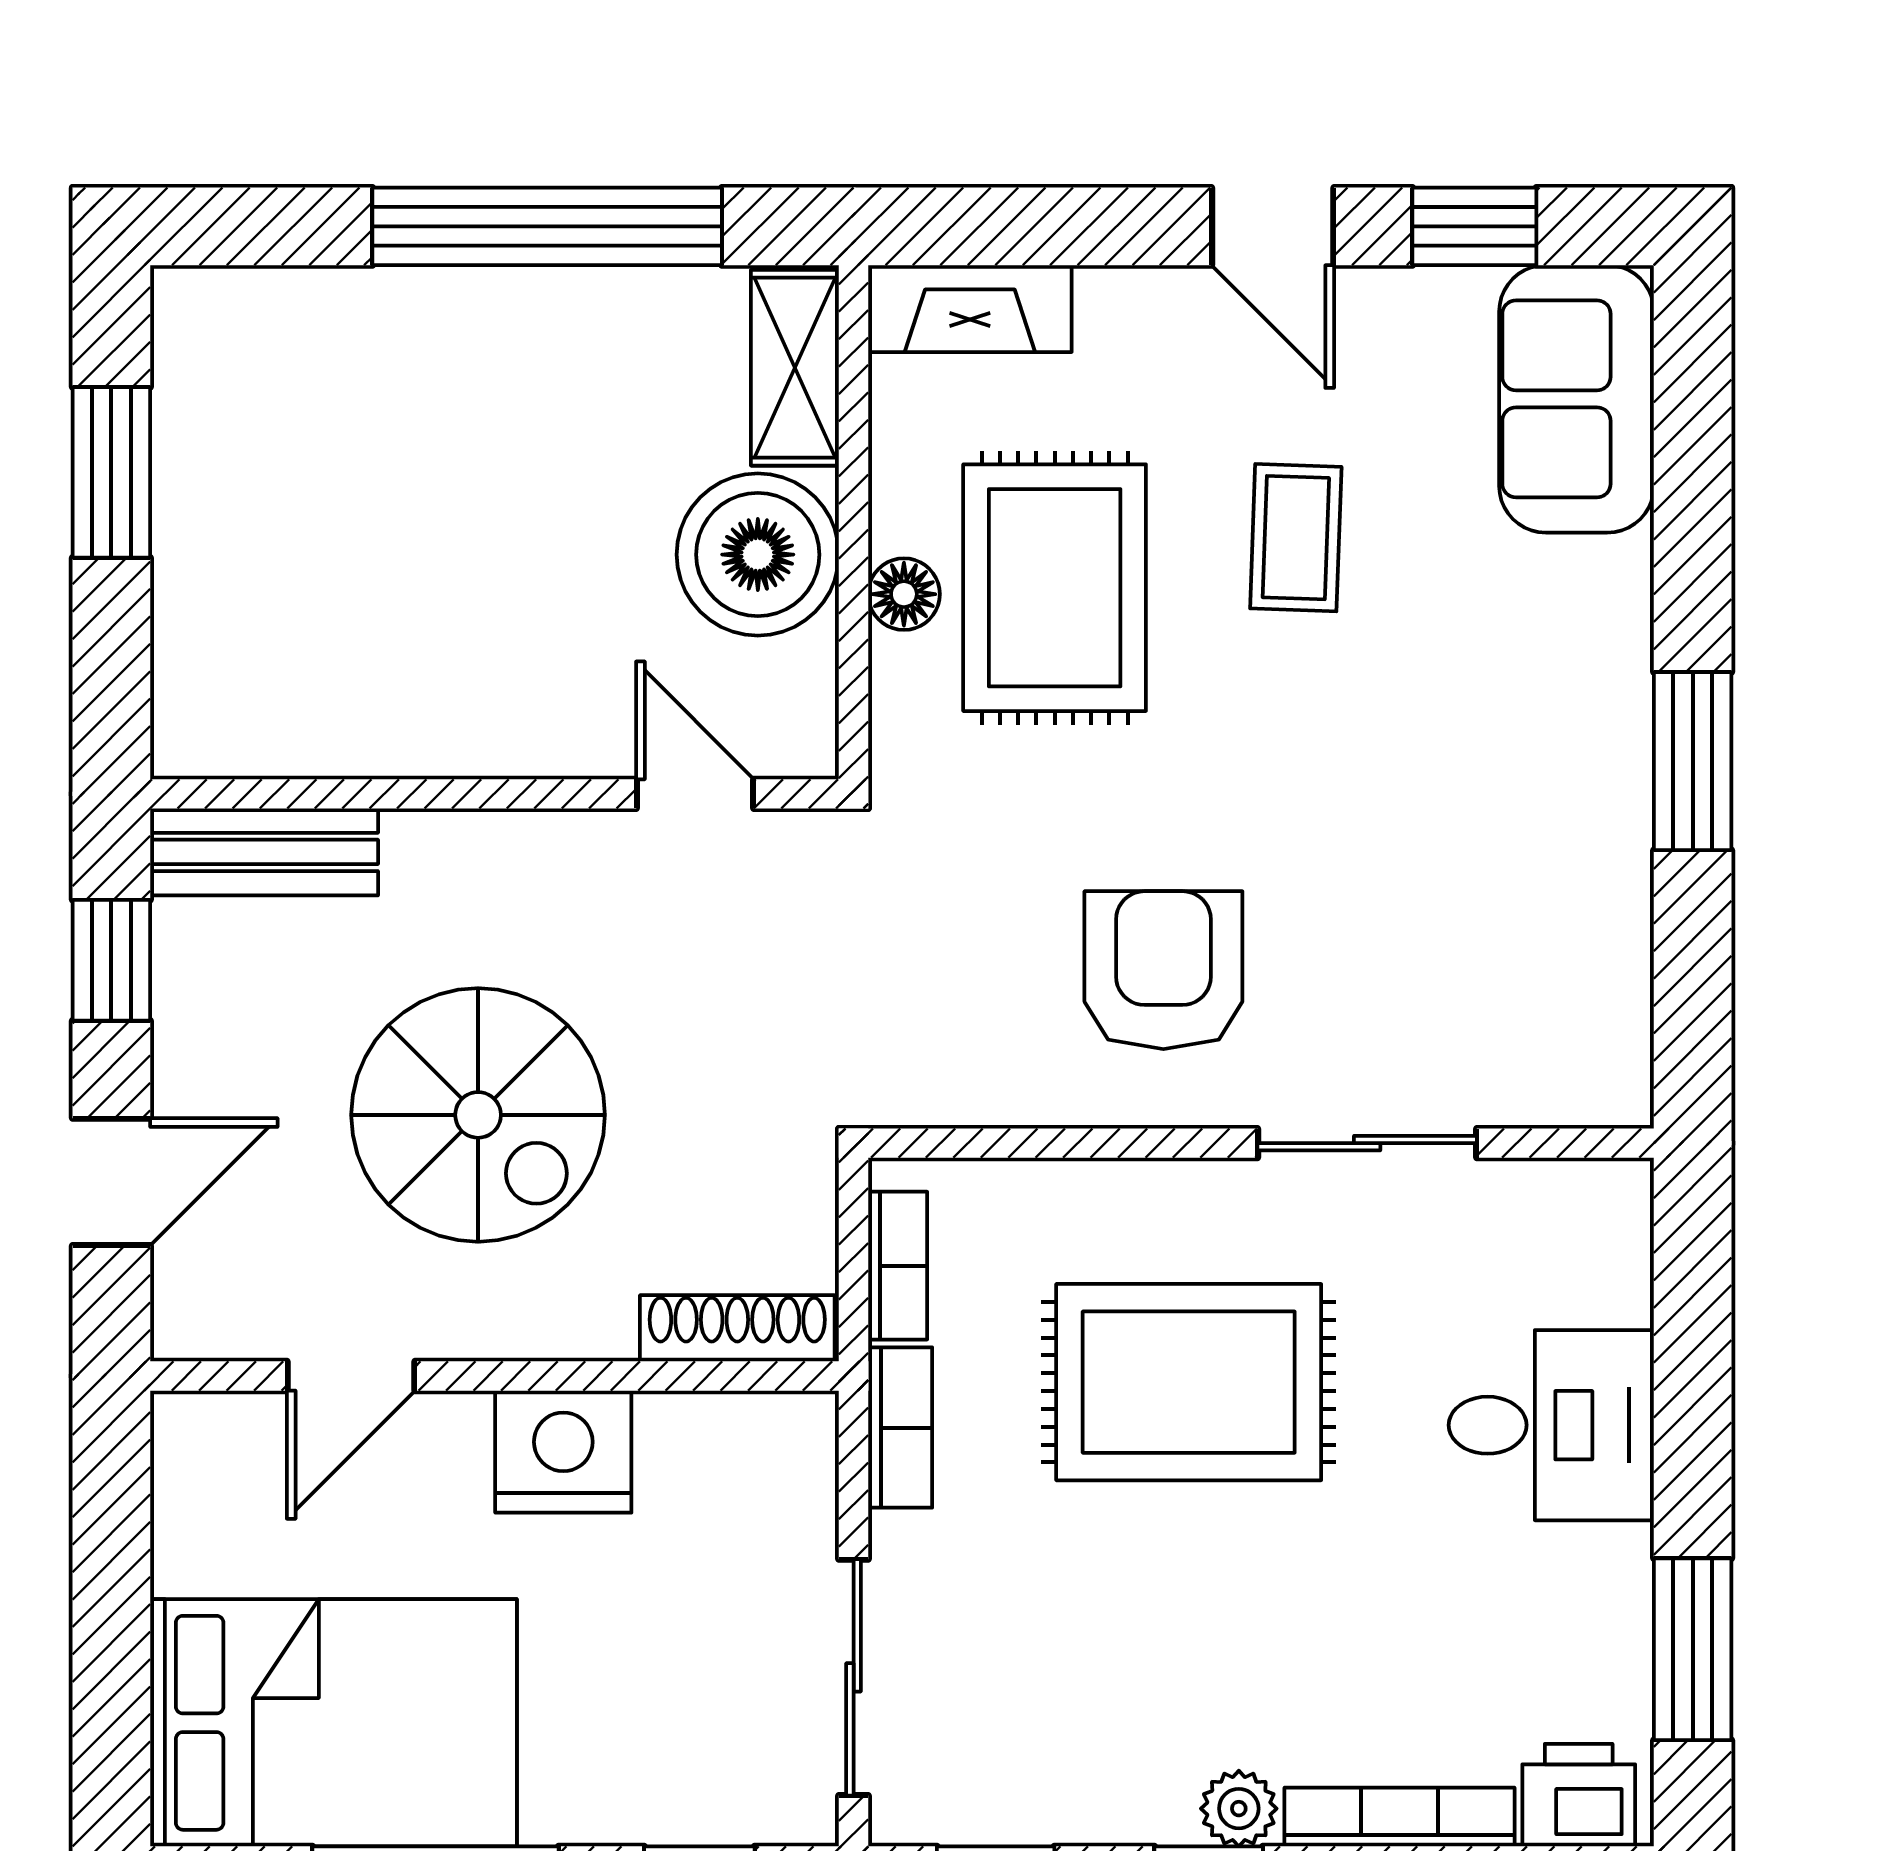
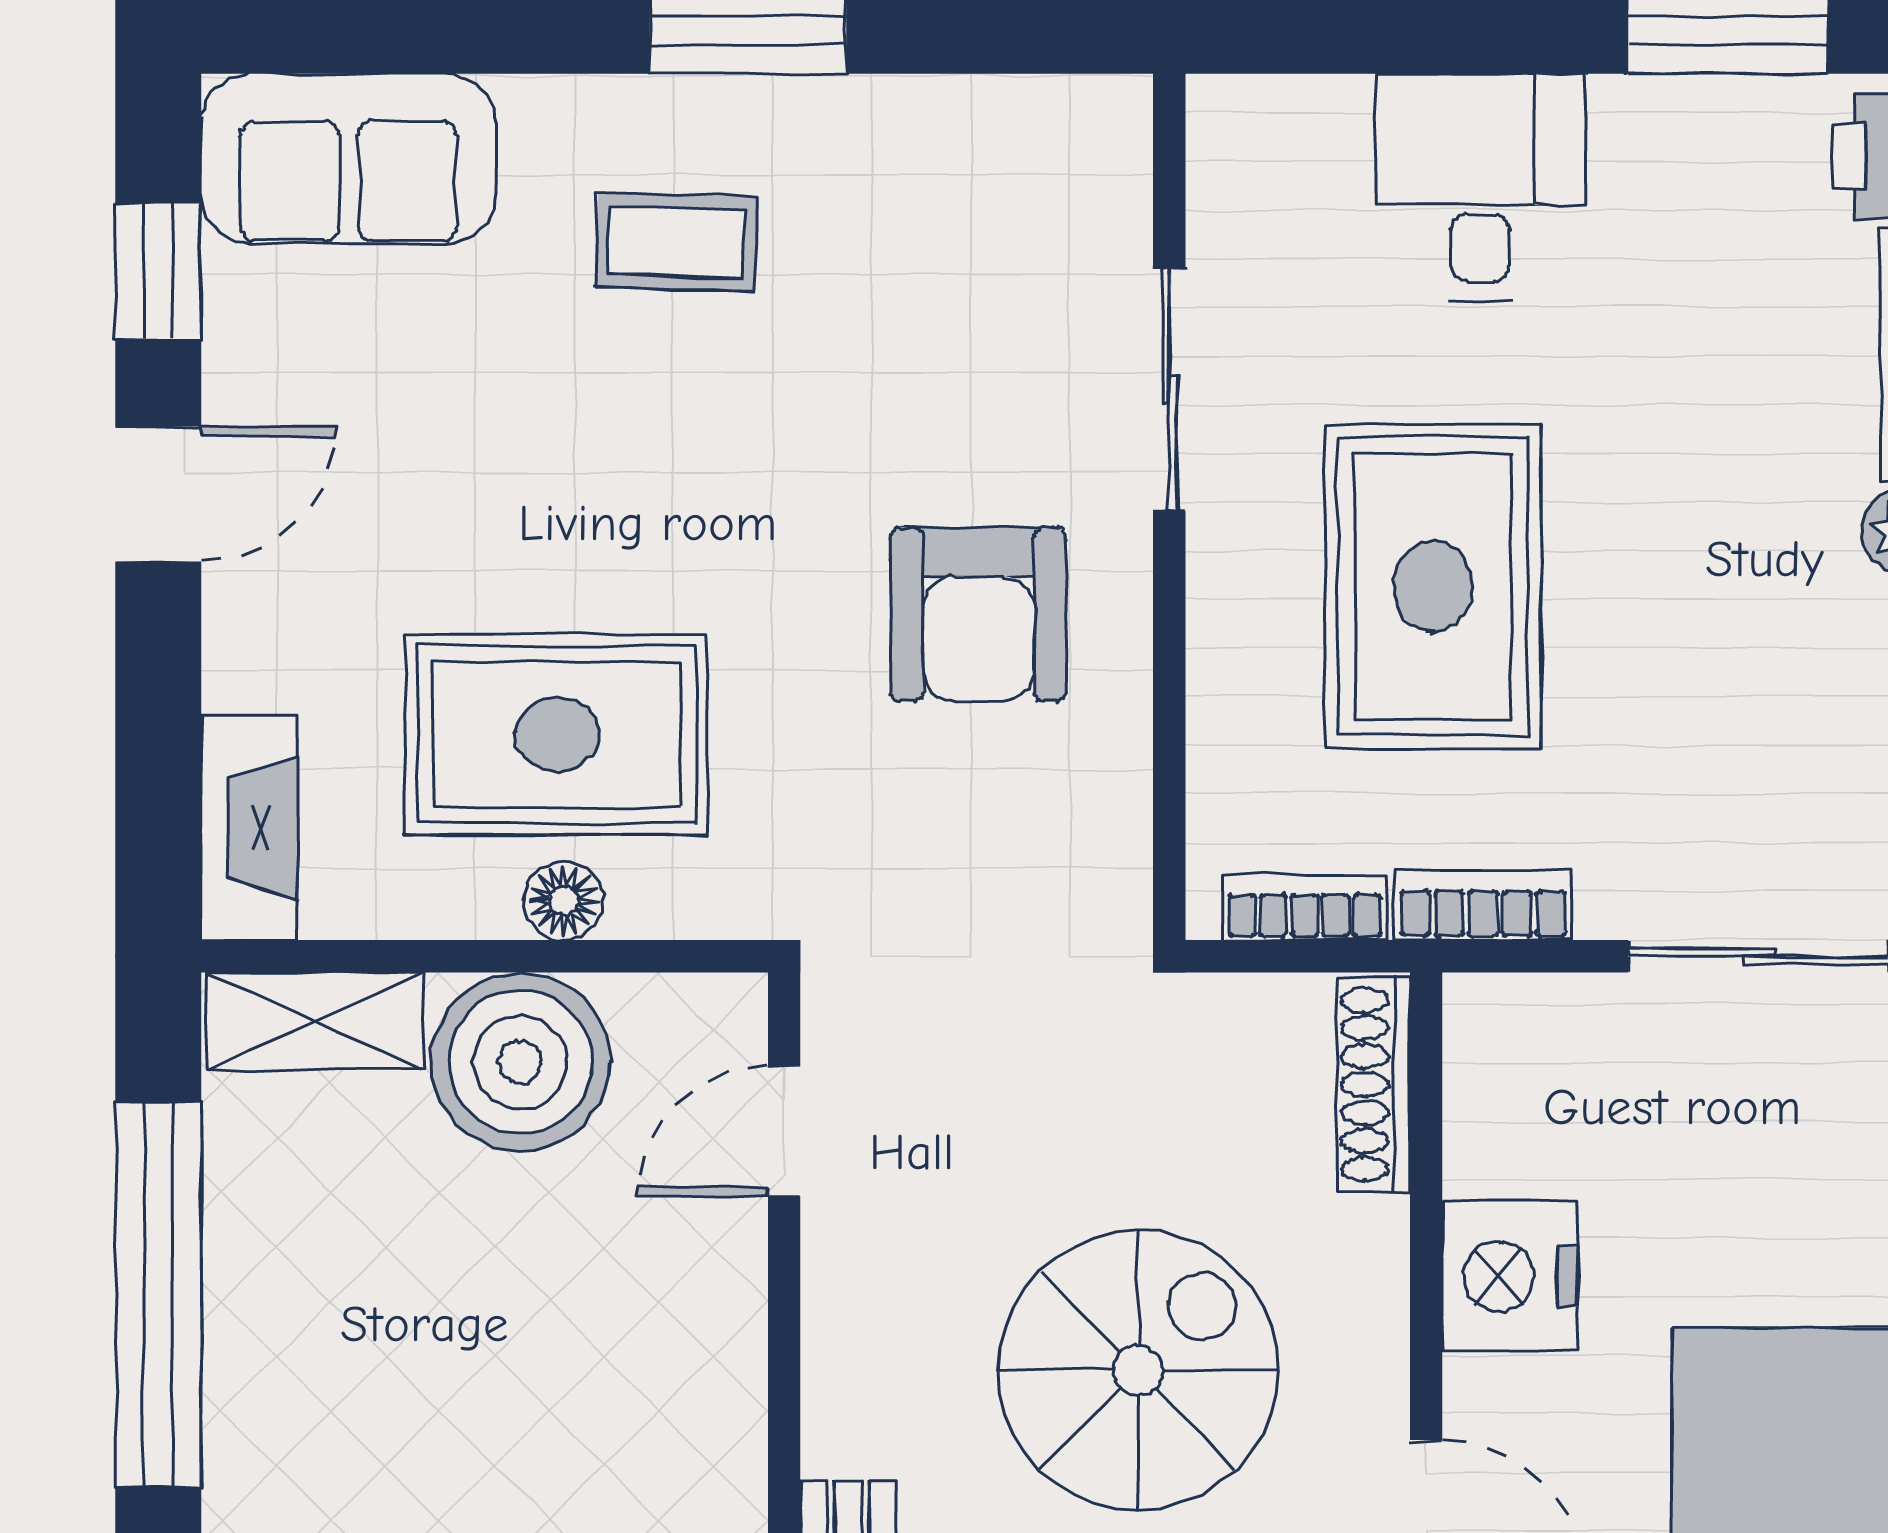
coffee table: (1296, 538) -> (676, 242), moved
armchair: (1163, 970) -> (979, 614), turned -90

